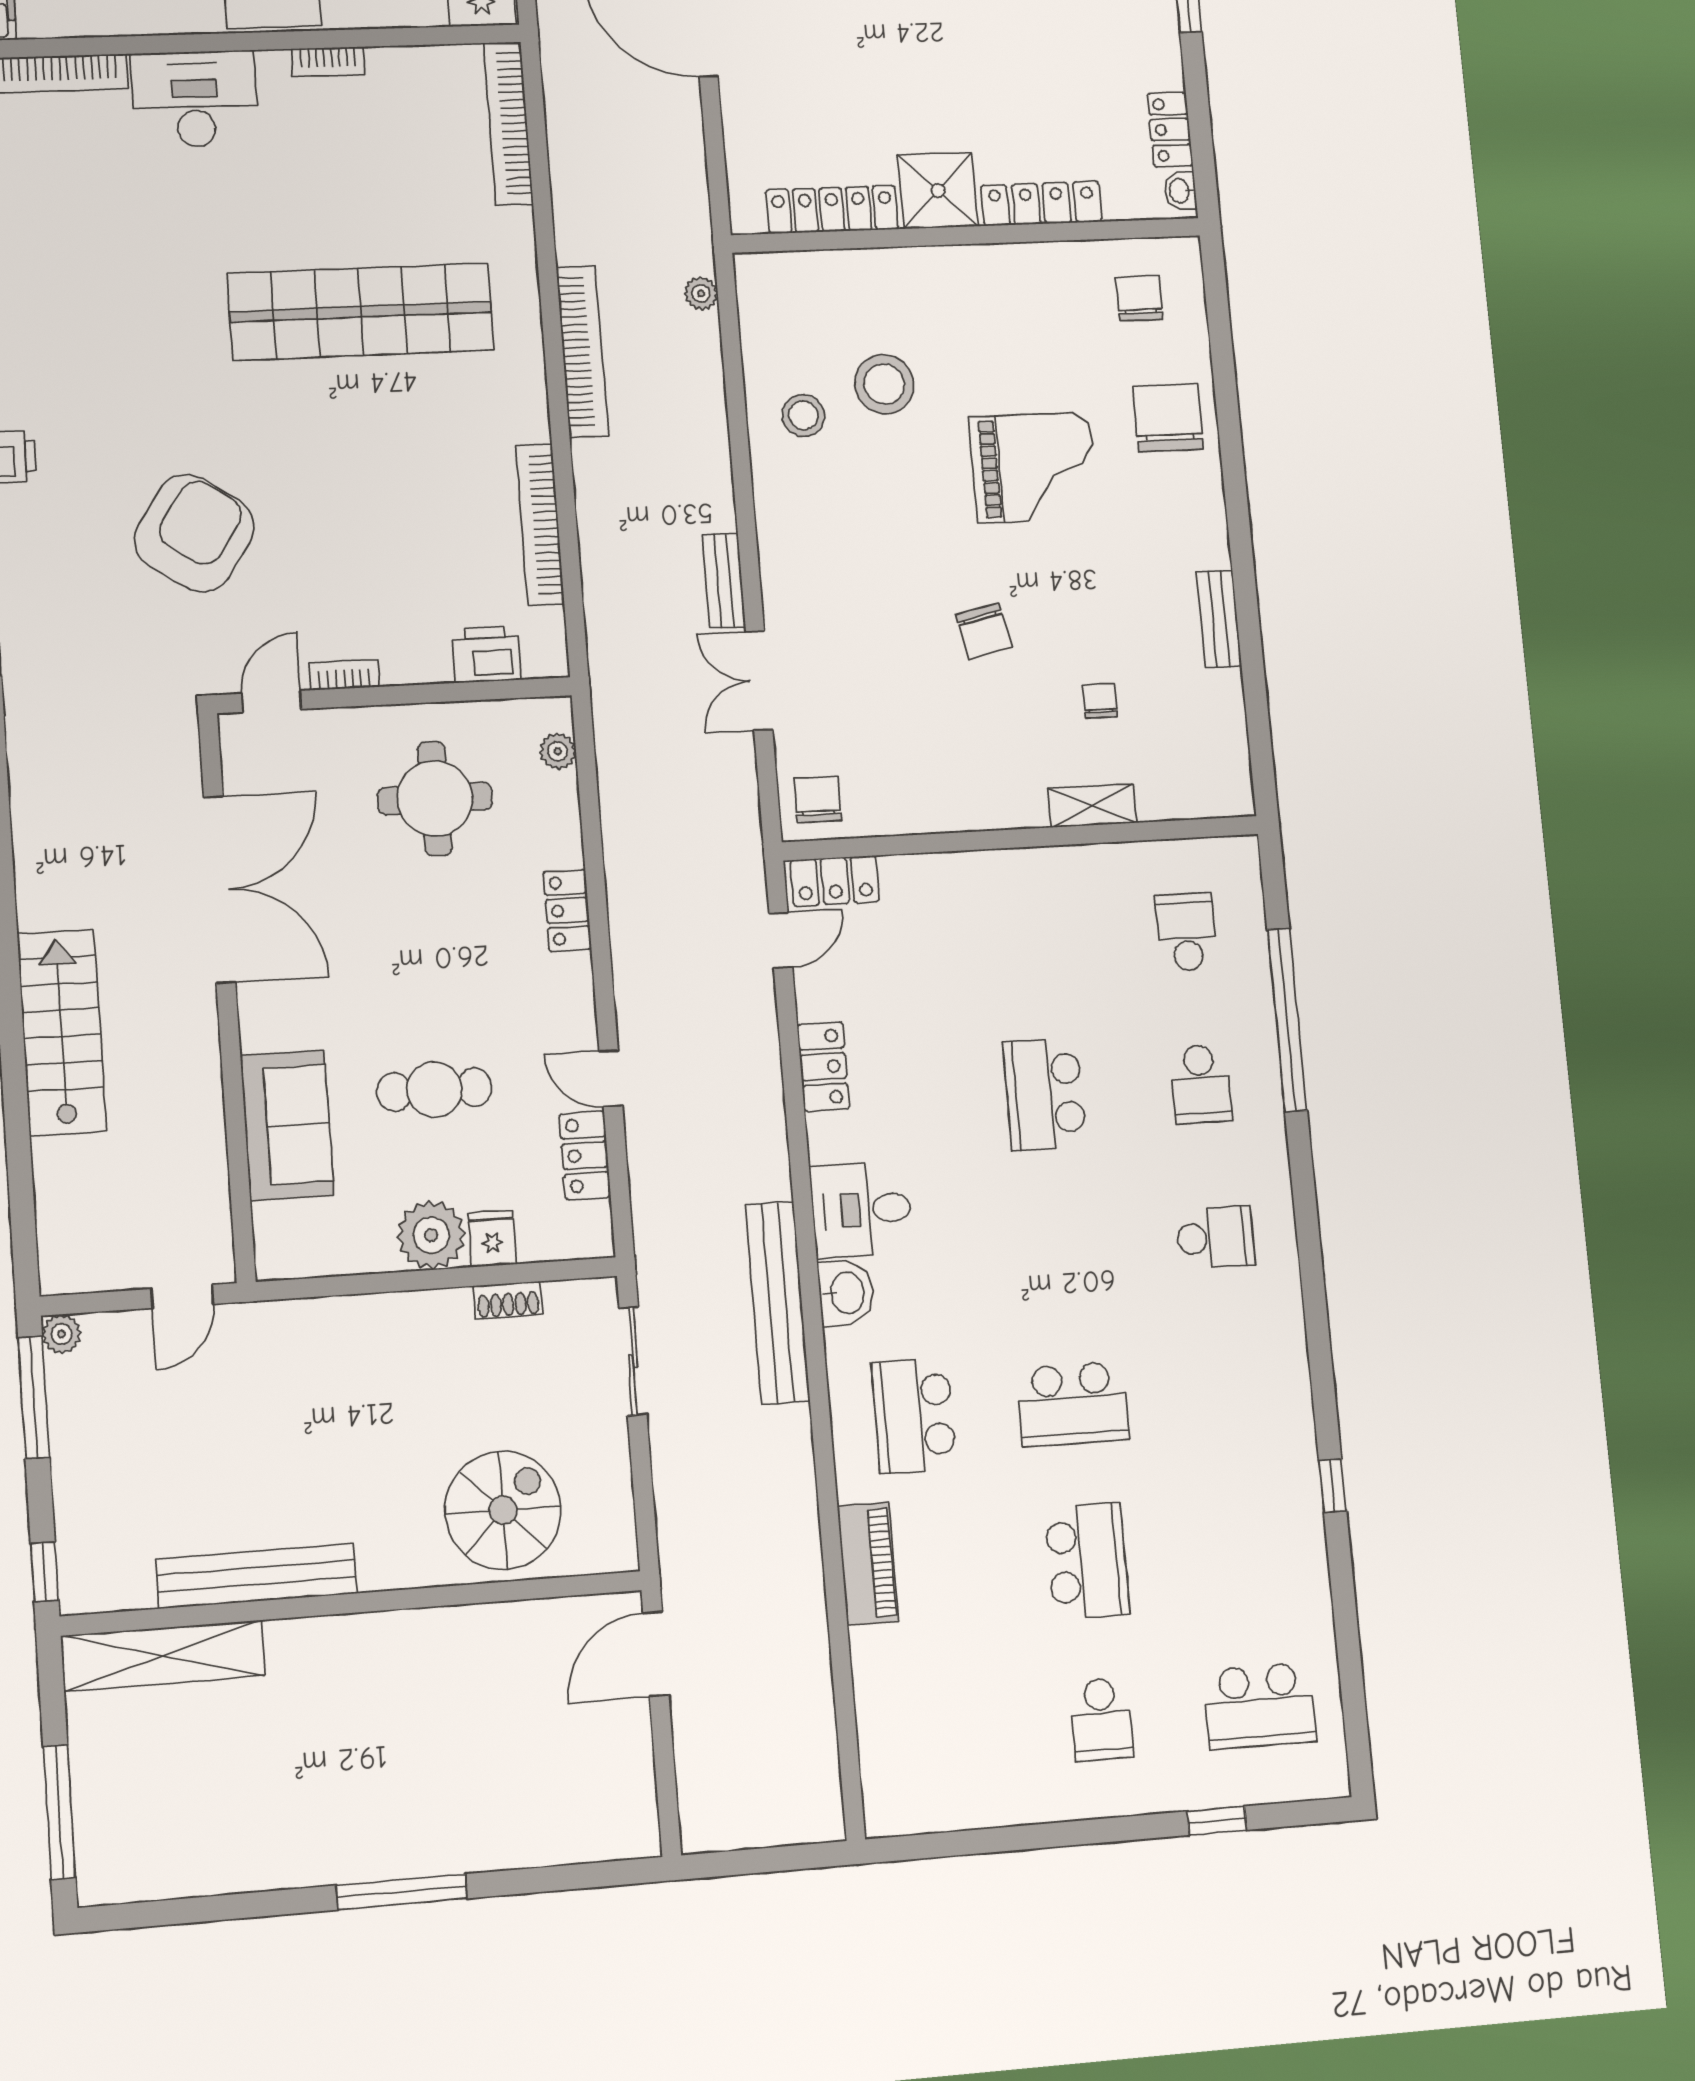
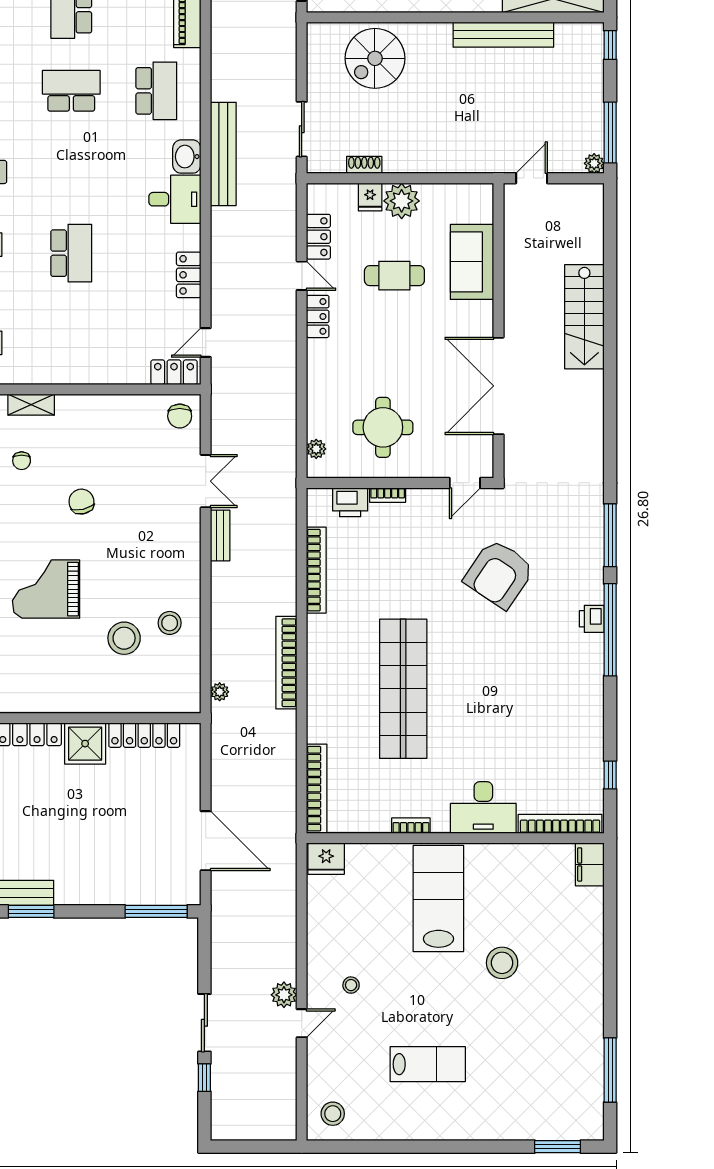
shop shelf: (361, 312) -> (403, 689), turned 90
bookcase: (344, 675) -> (388, 495), moved
locker: (567, 911) -> (318, 316), moved

